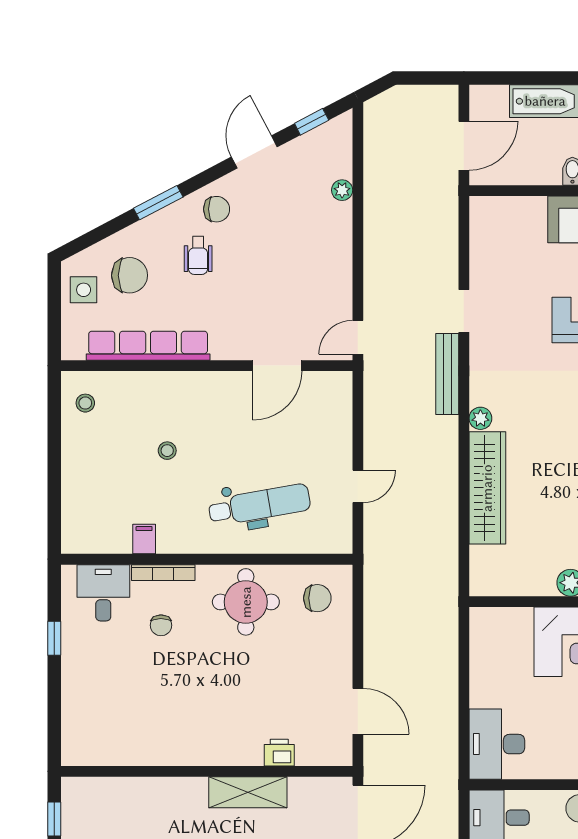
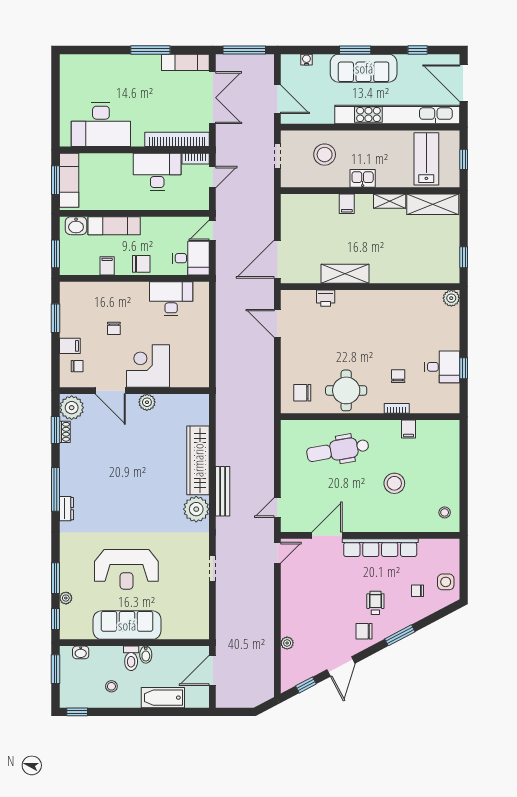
chair: (130, 275) -> (417, 591), width x0.54, depth x0.54
row of seats: (148, 346) -> (380, 548), moved
bench: (447, 374) -> (223, 491), moved
plant: (480, 418) -> (196, 509), width x1.87, depth x1.87
stool: (167, 451) -> (394, 483), width x1.89, depth x1.89
door: (358, 486) -> (277, 507), moved
bookcase: (163, 573) -> (397, 408), width x0.64
desk: (103, 593) -> (442, 367), moved, turned -90
desk: (497, 744) -> (171, 299), moved, turned -90
plant: (74, 752) -> (451, 298), added

